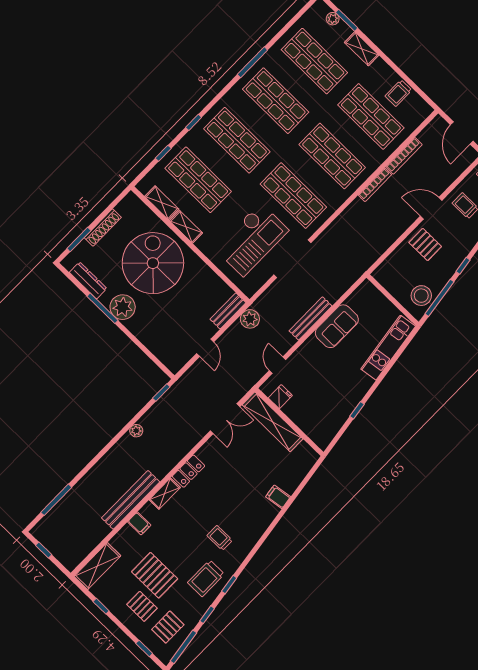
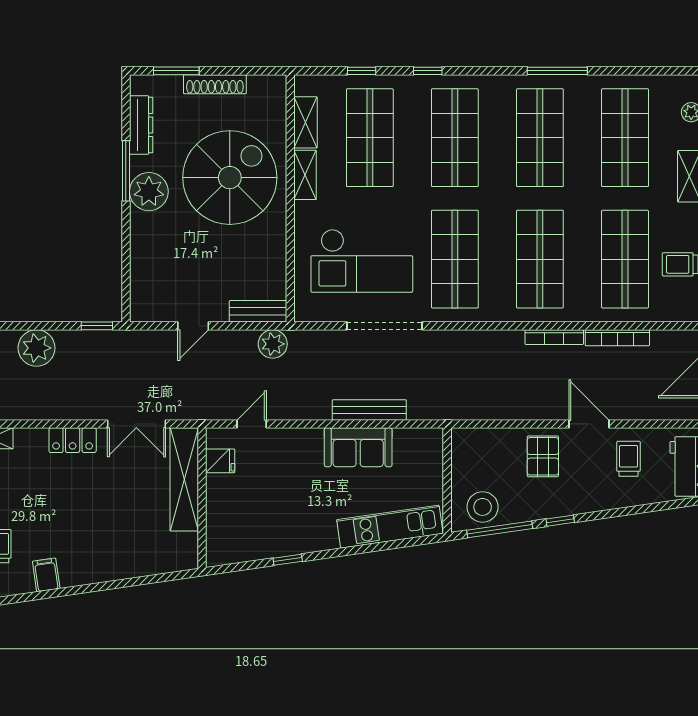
bench: (310, 318) -> (369, 410), moved
plant: (136, 431) -> (37, 348), width x1.88, depth x1.88
locker: (188, 471) -> (73, 440), moved
filing cabinet: (278, 497) -> (46, 575), moved

